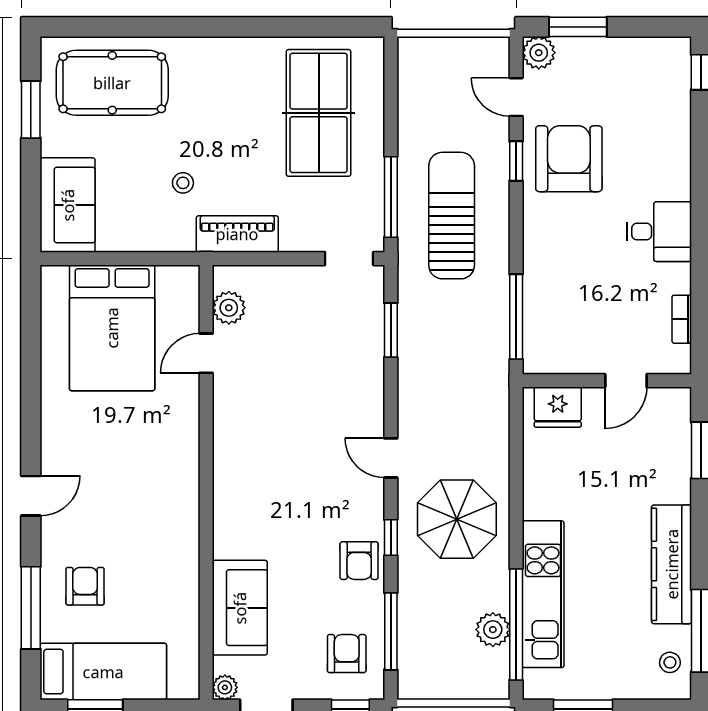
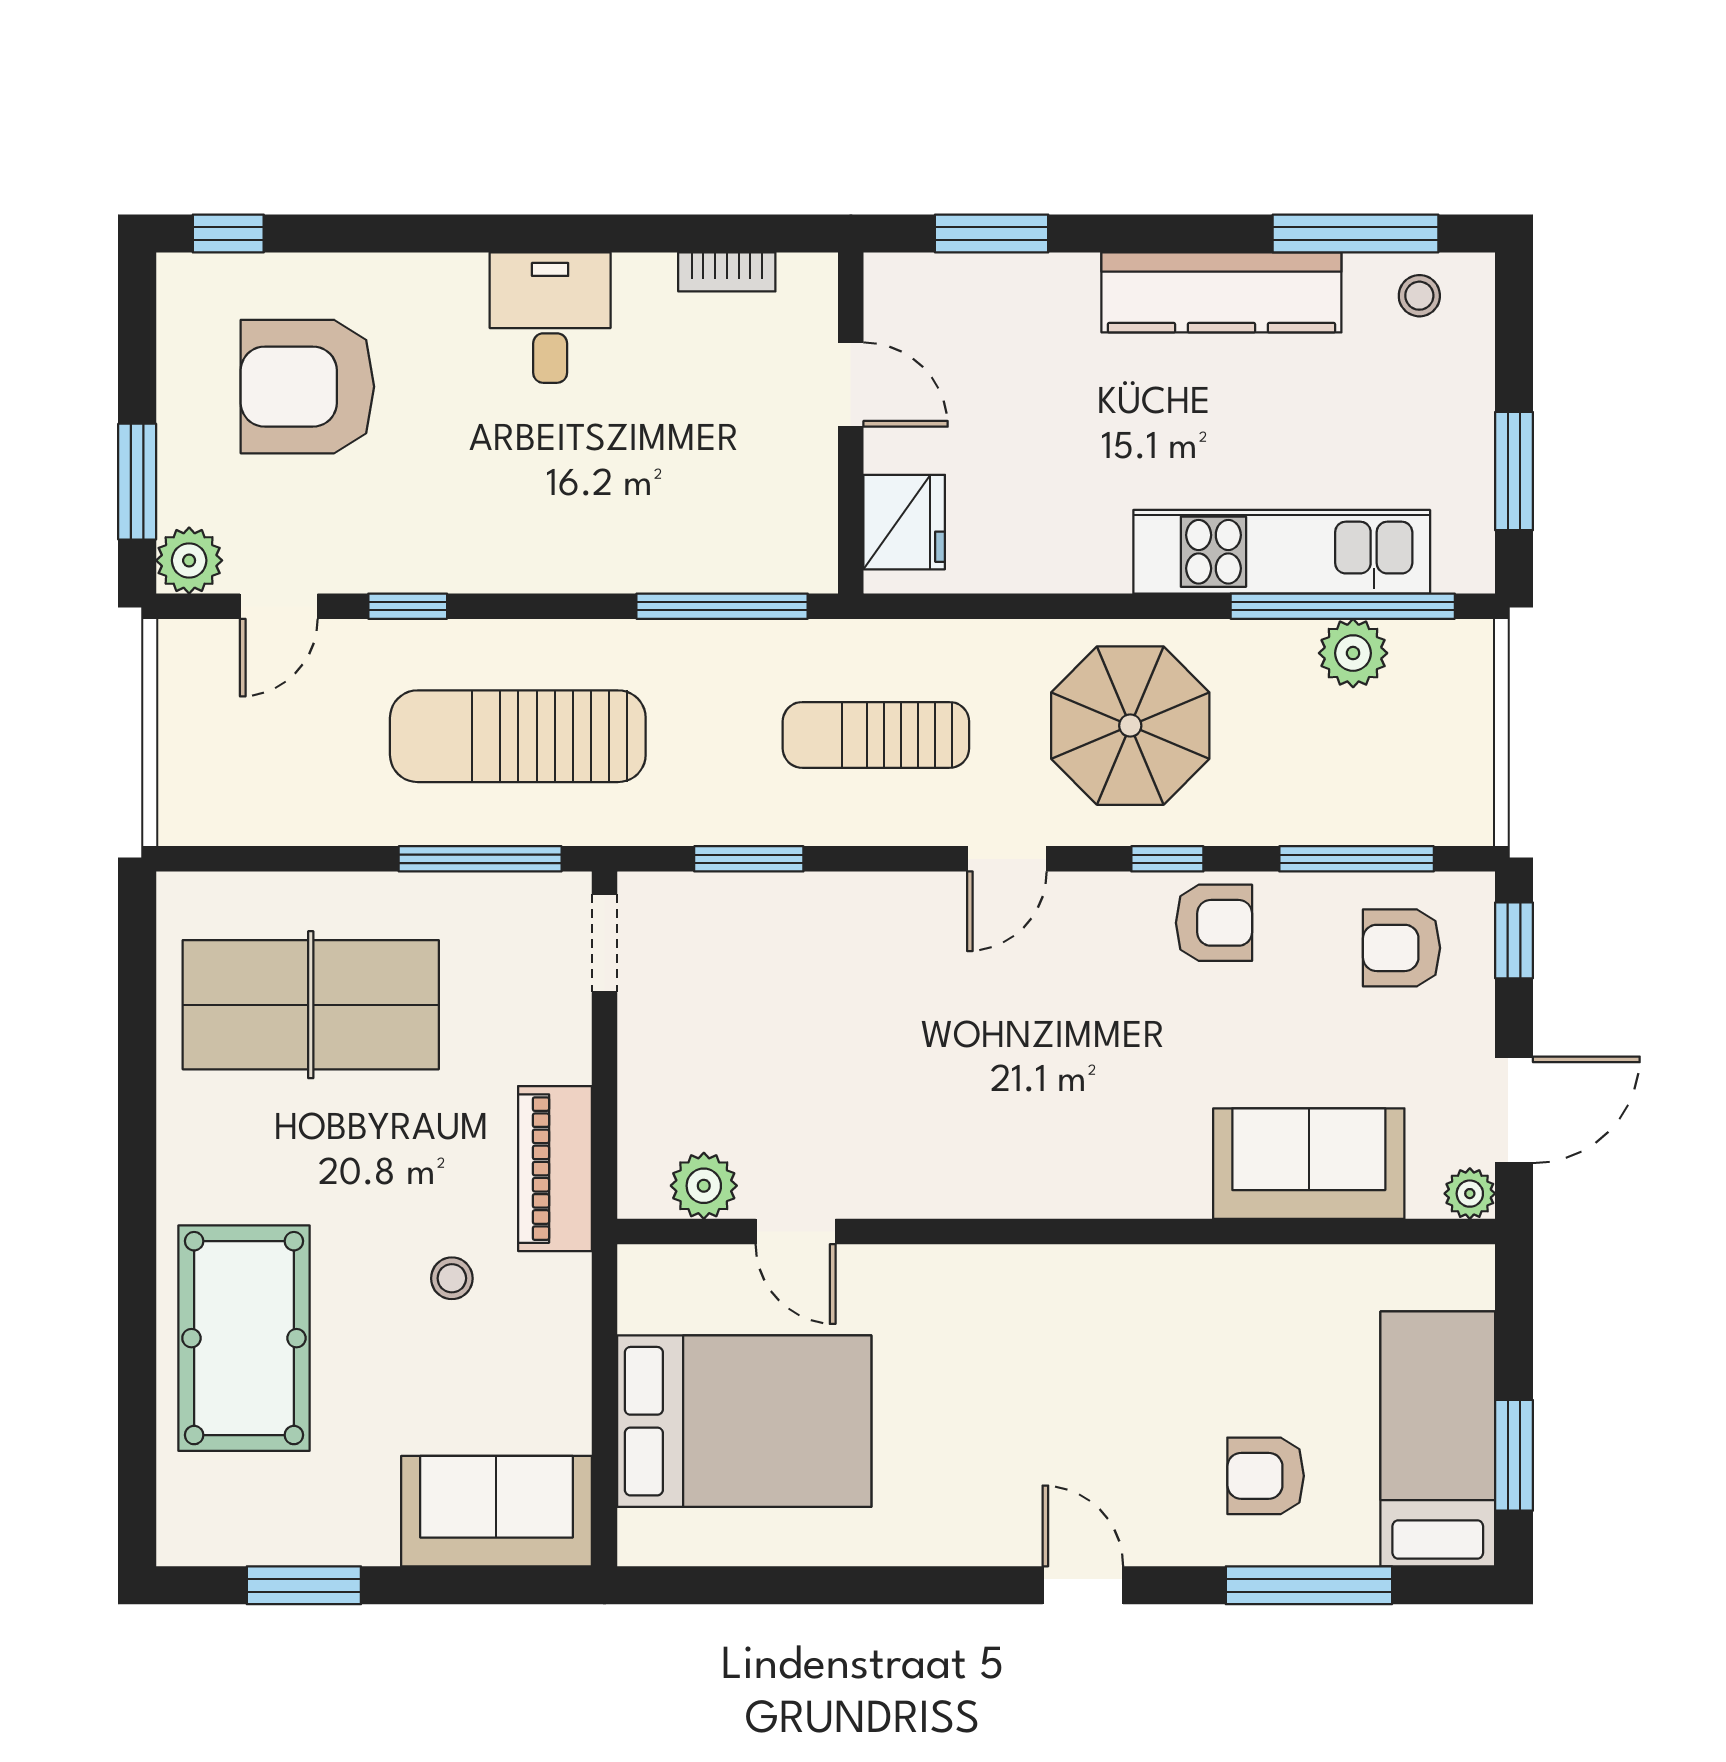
pool table: (112, 83) -> (244, 1338), moved
armchair: (569, 159) -> (307, 387), moved
sun lounger: (452, 393) -> (876, 735), added

